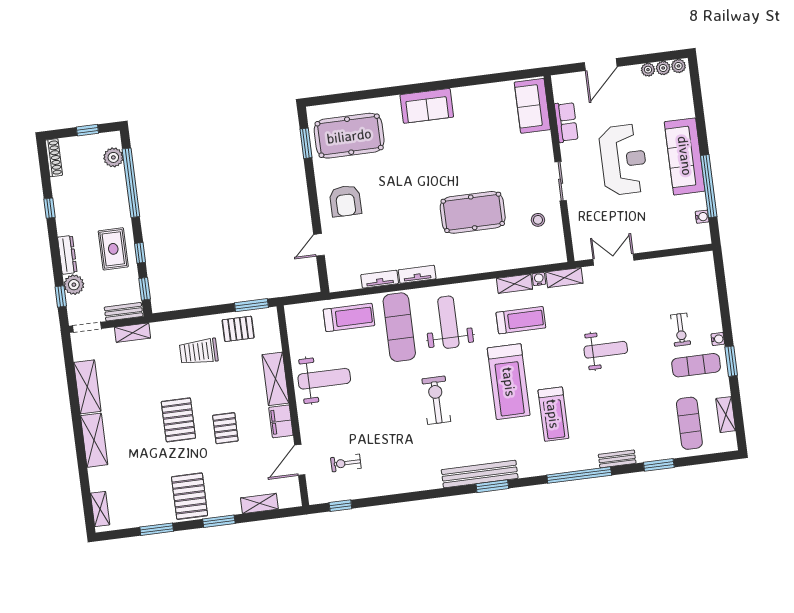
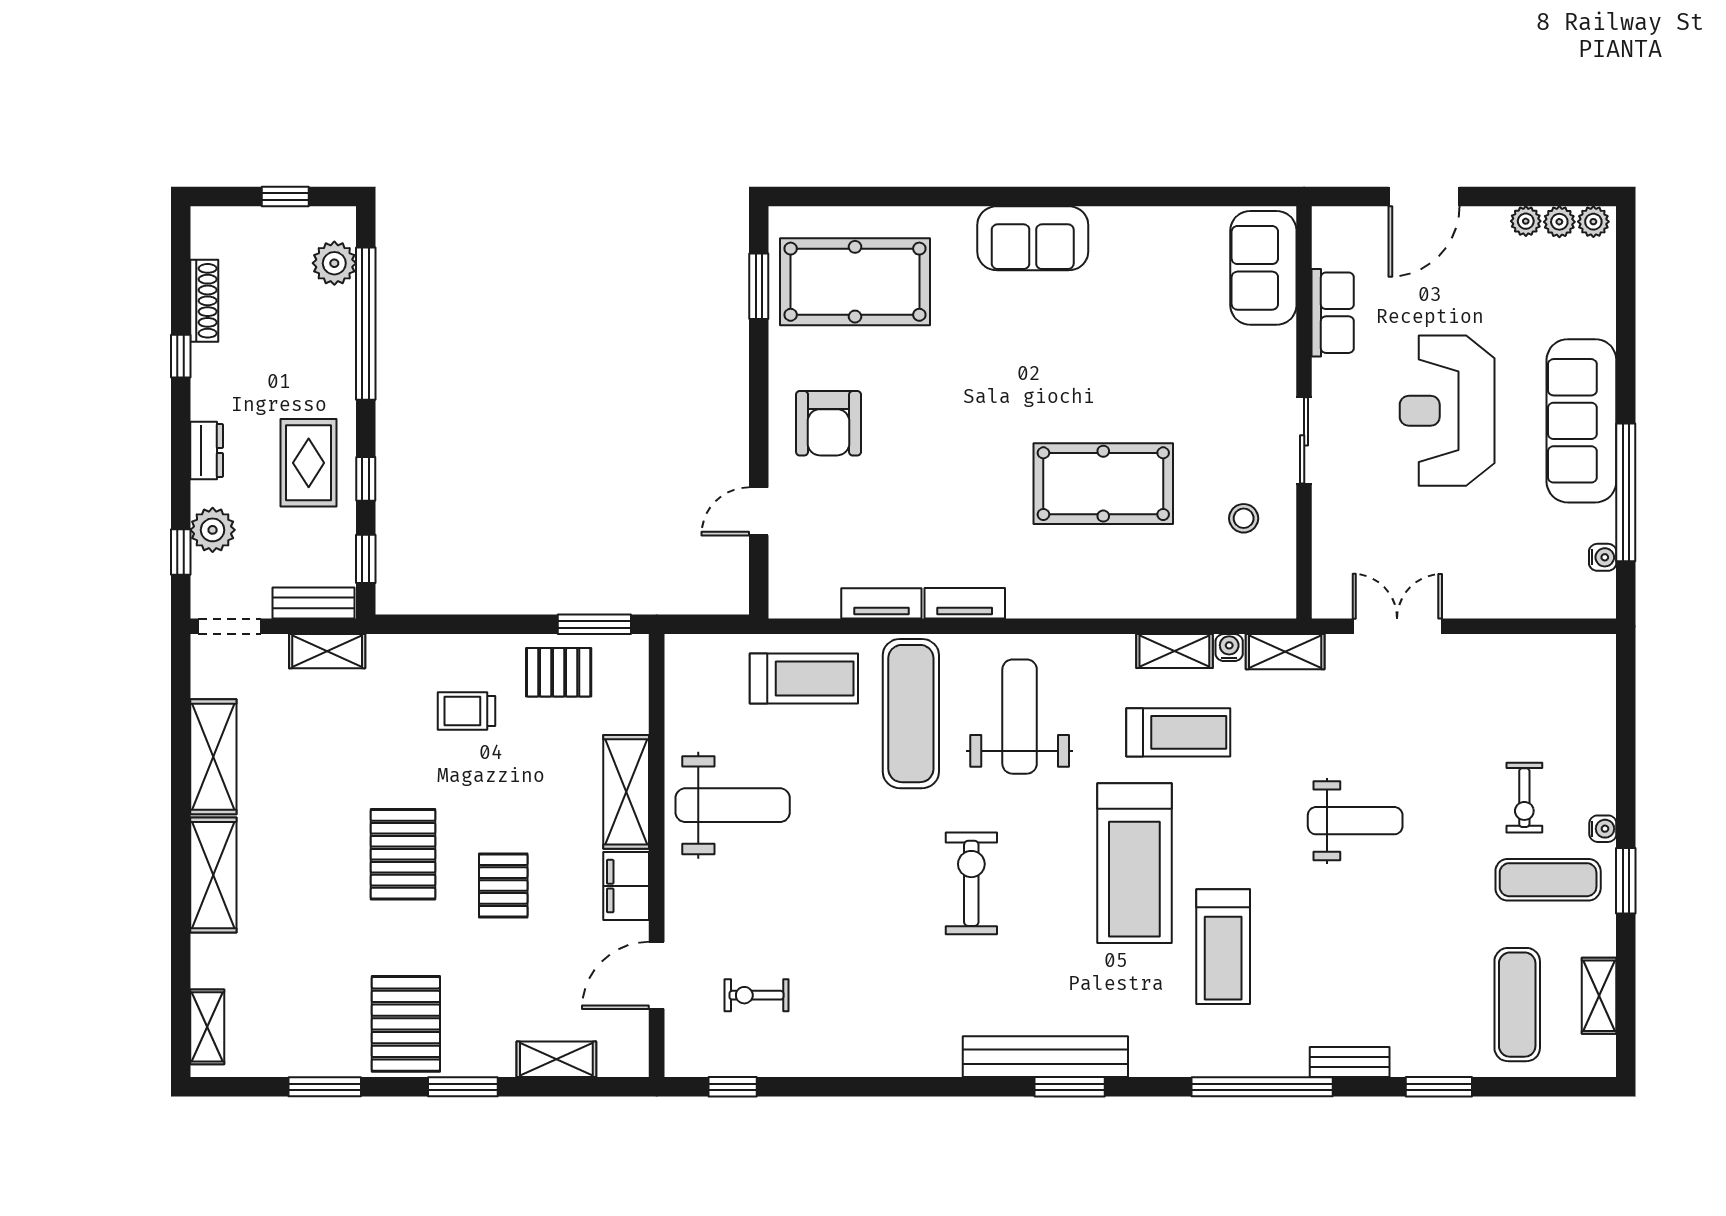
shoe rack: (54, 158) -> (204, 301), moved
reception desk: (623, 160) -> (1447, 411), turned 180
dresser: (67, 255) -> (207, 450), width x0.70
trolley: (199, 352) -> (466, 711), width x0.73, depth x0.72

